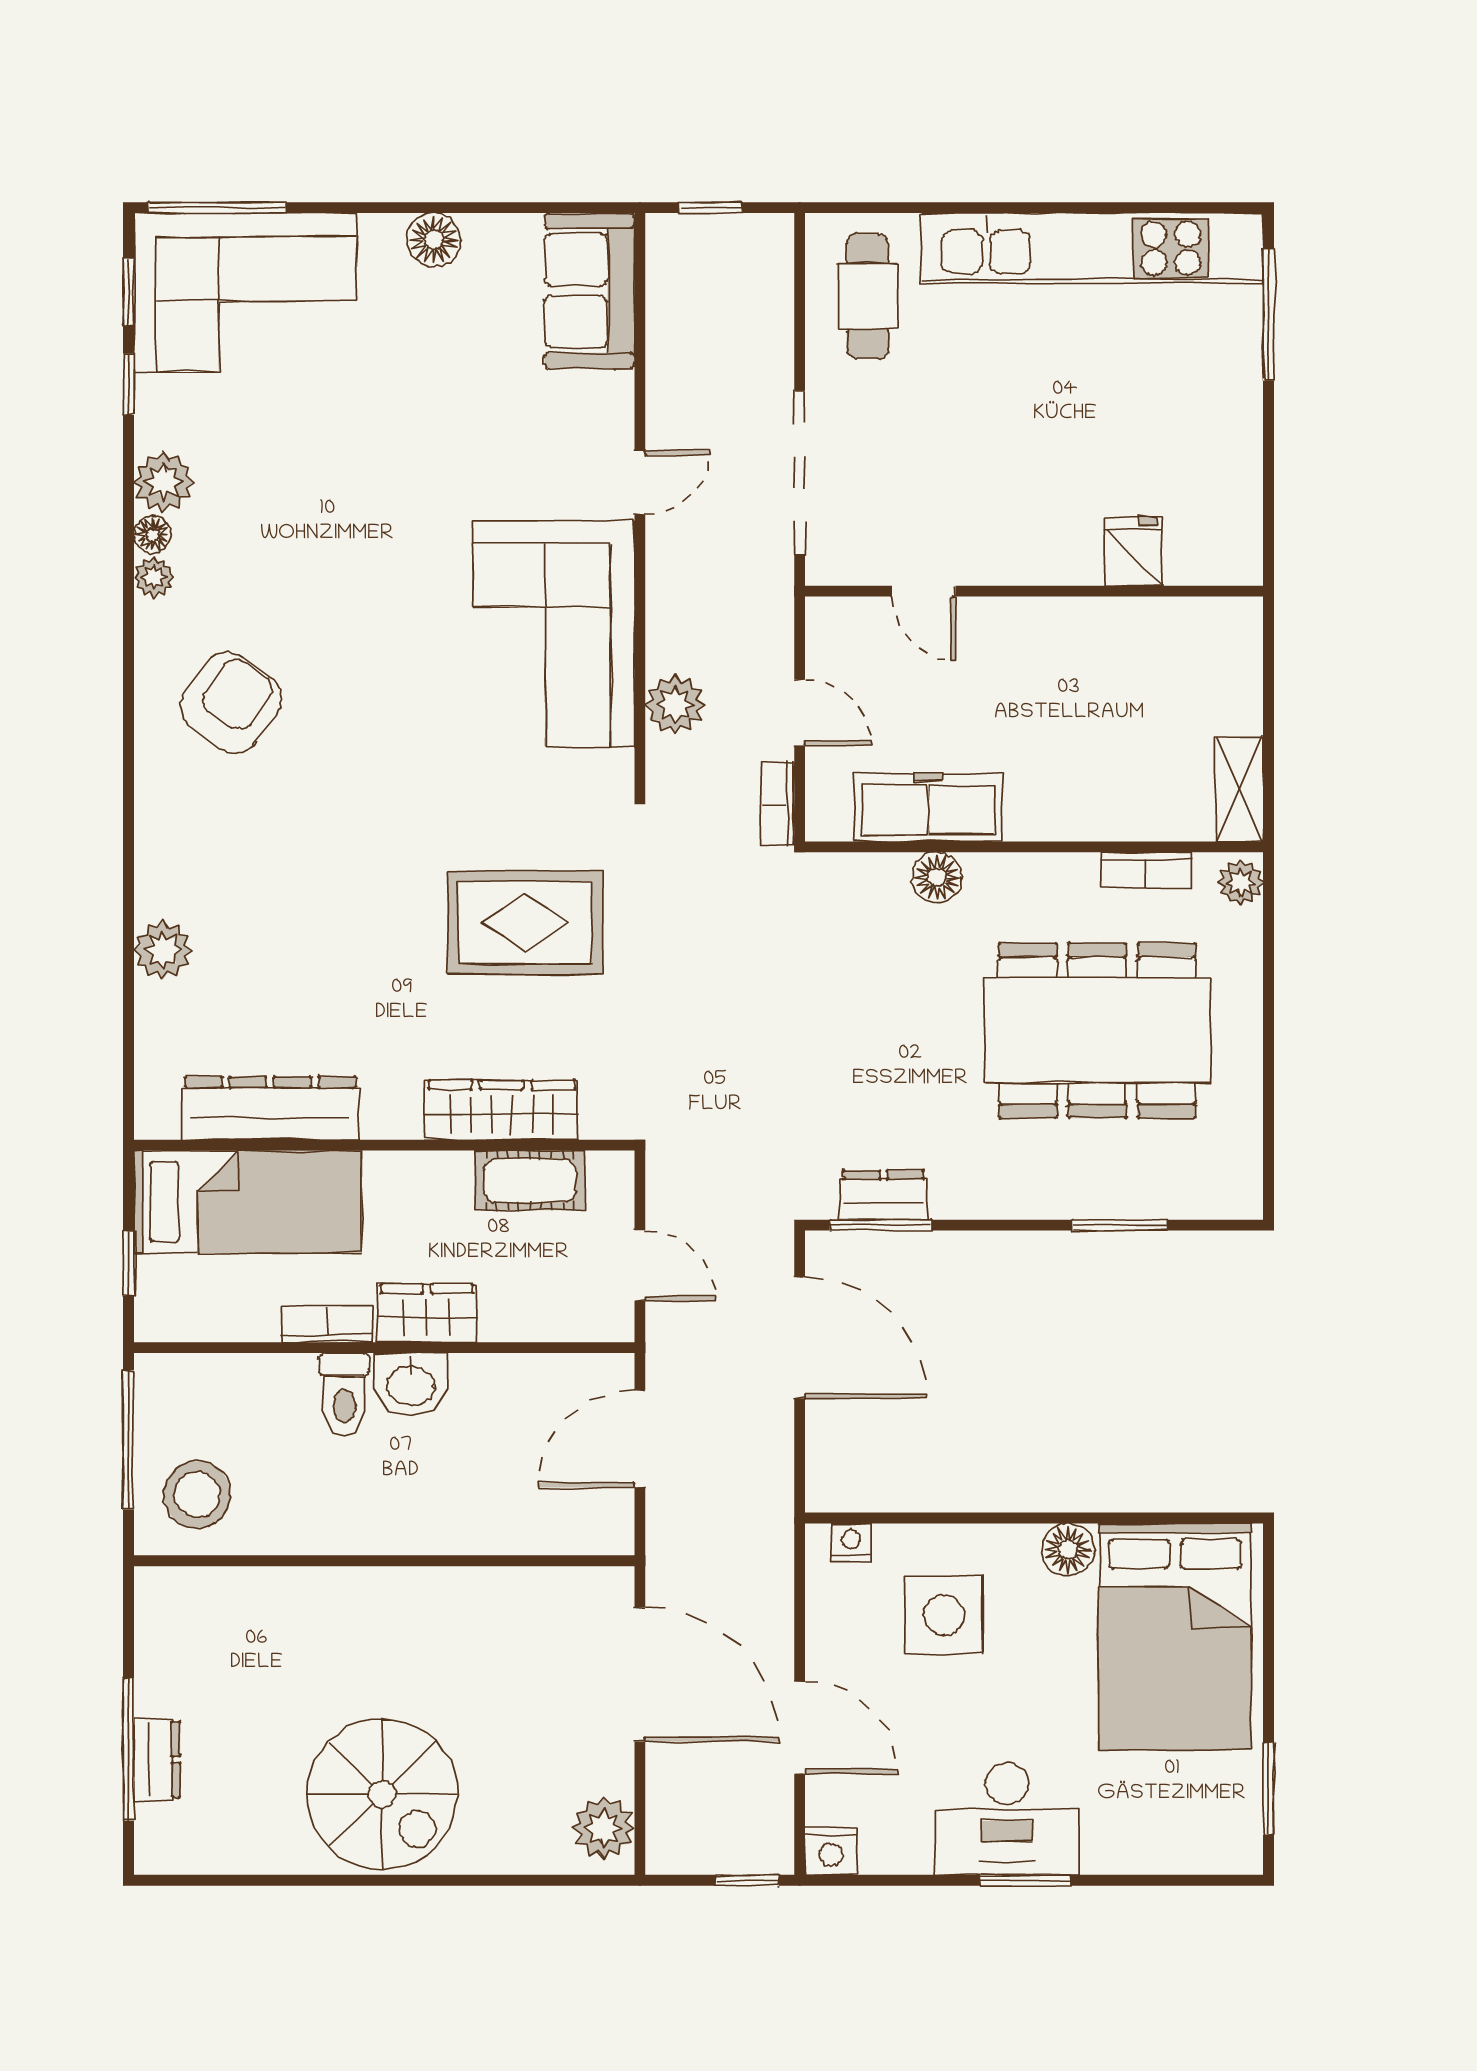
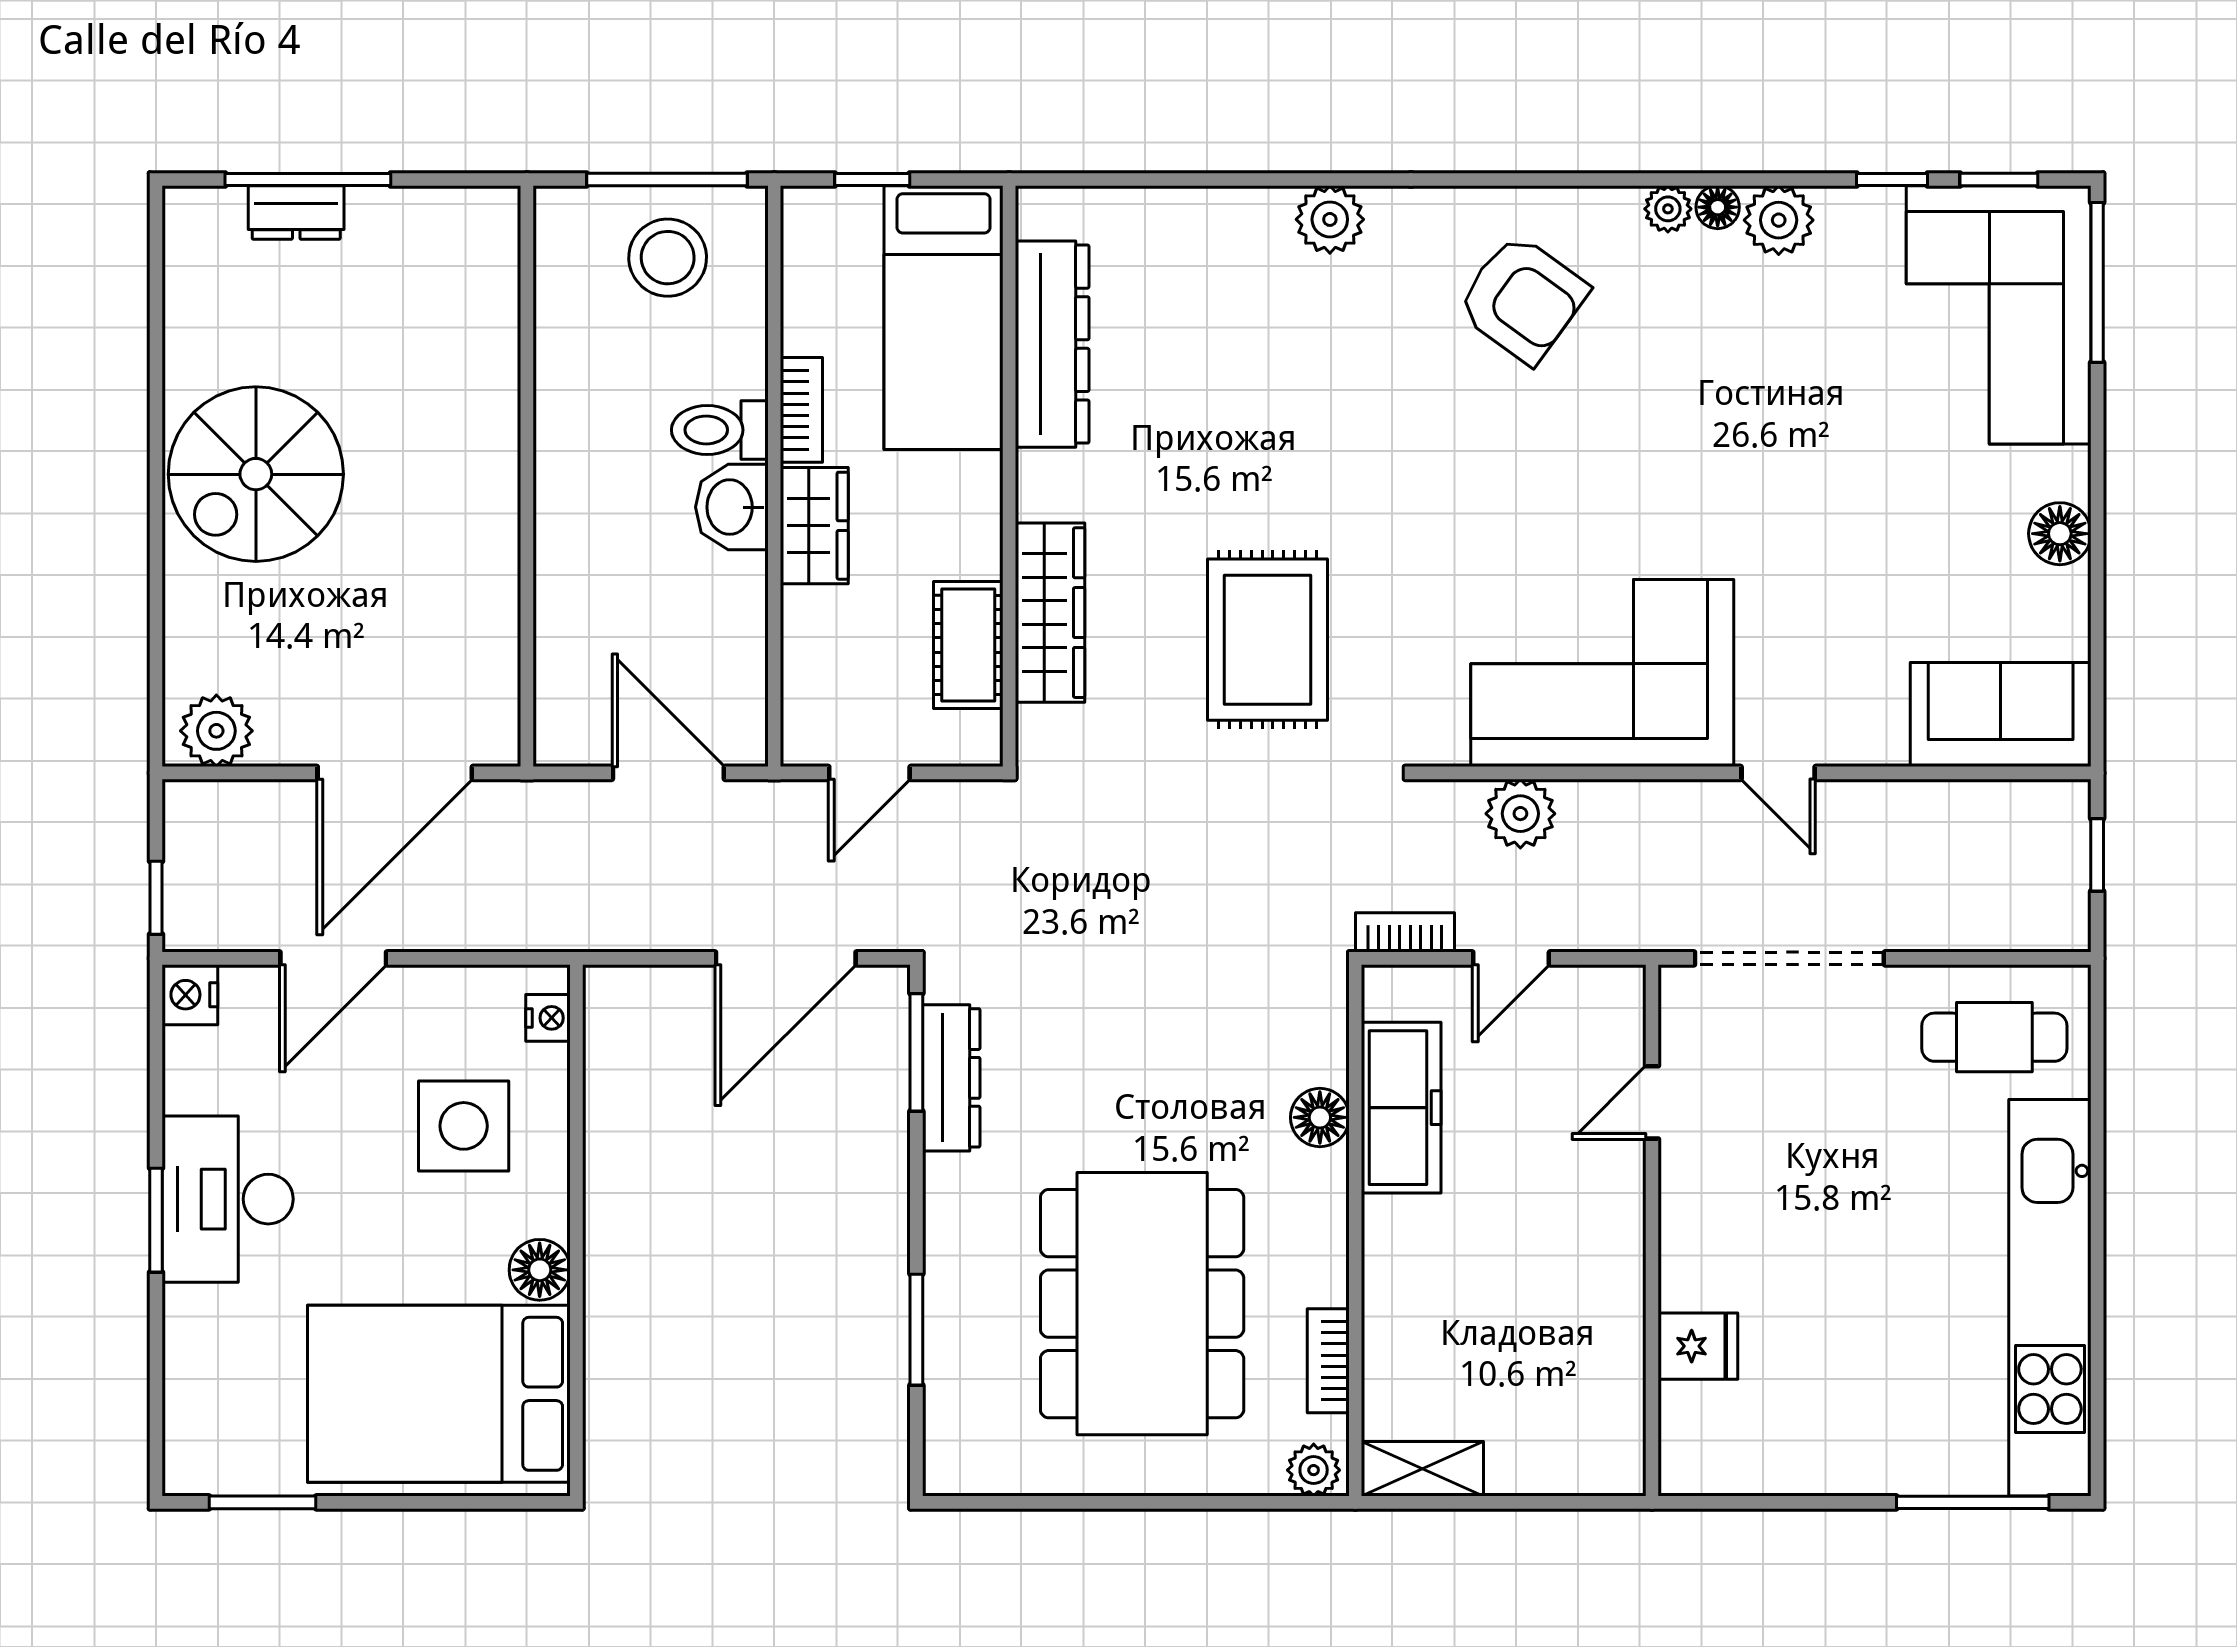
plant: (163, 950) -> (1330, 219), moved
dresser: (883, 1195) -> (951, 1078), width x1.44
stool: (197, 1494) -> (668, 258), moved

